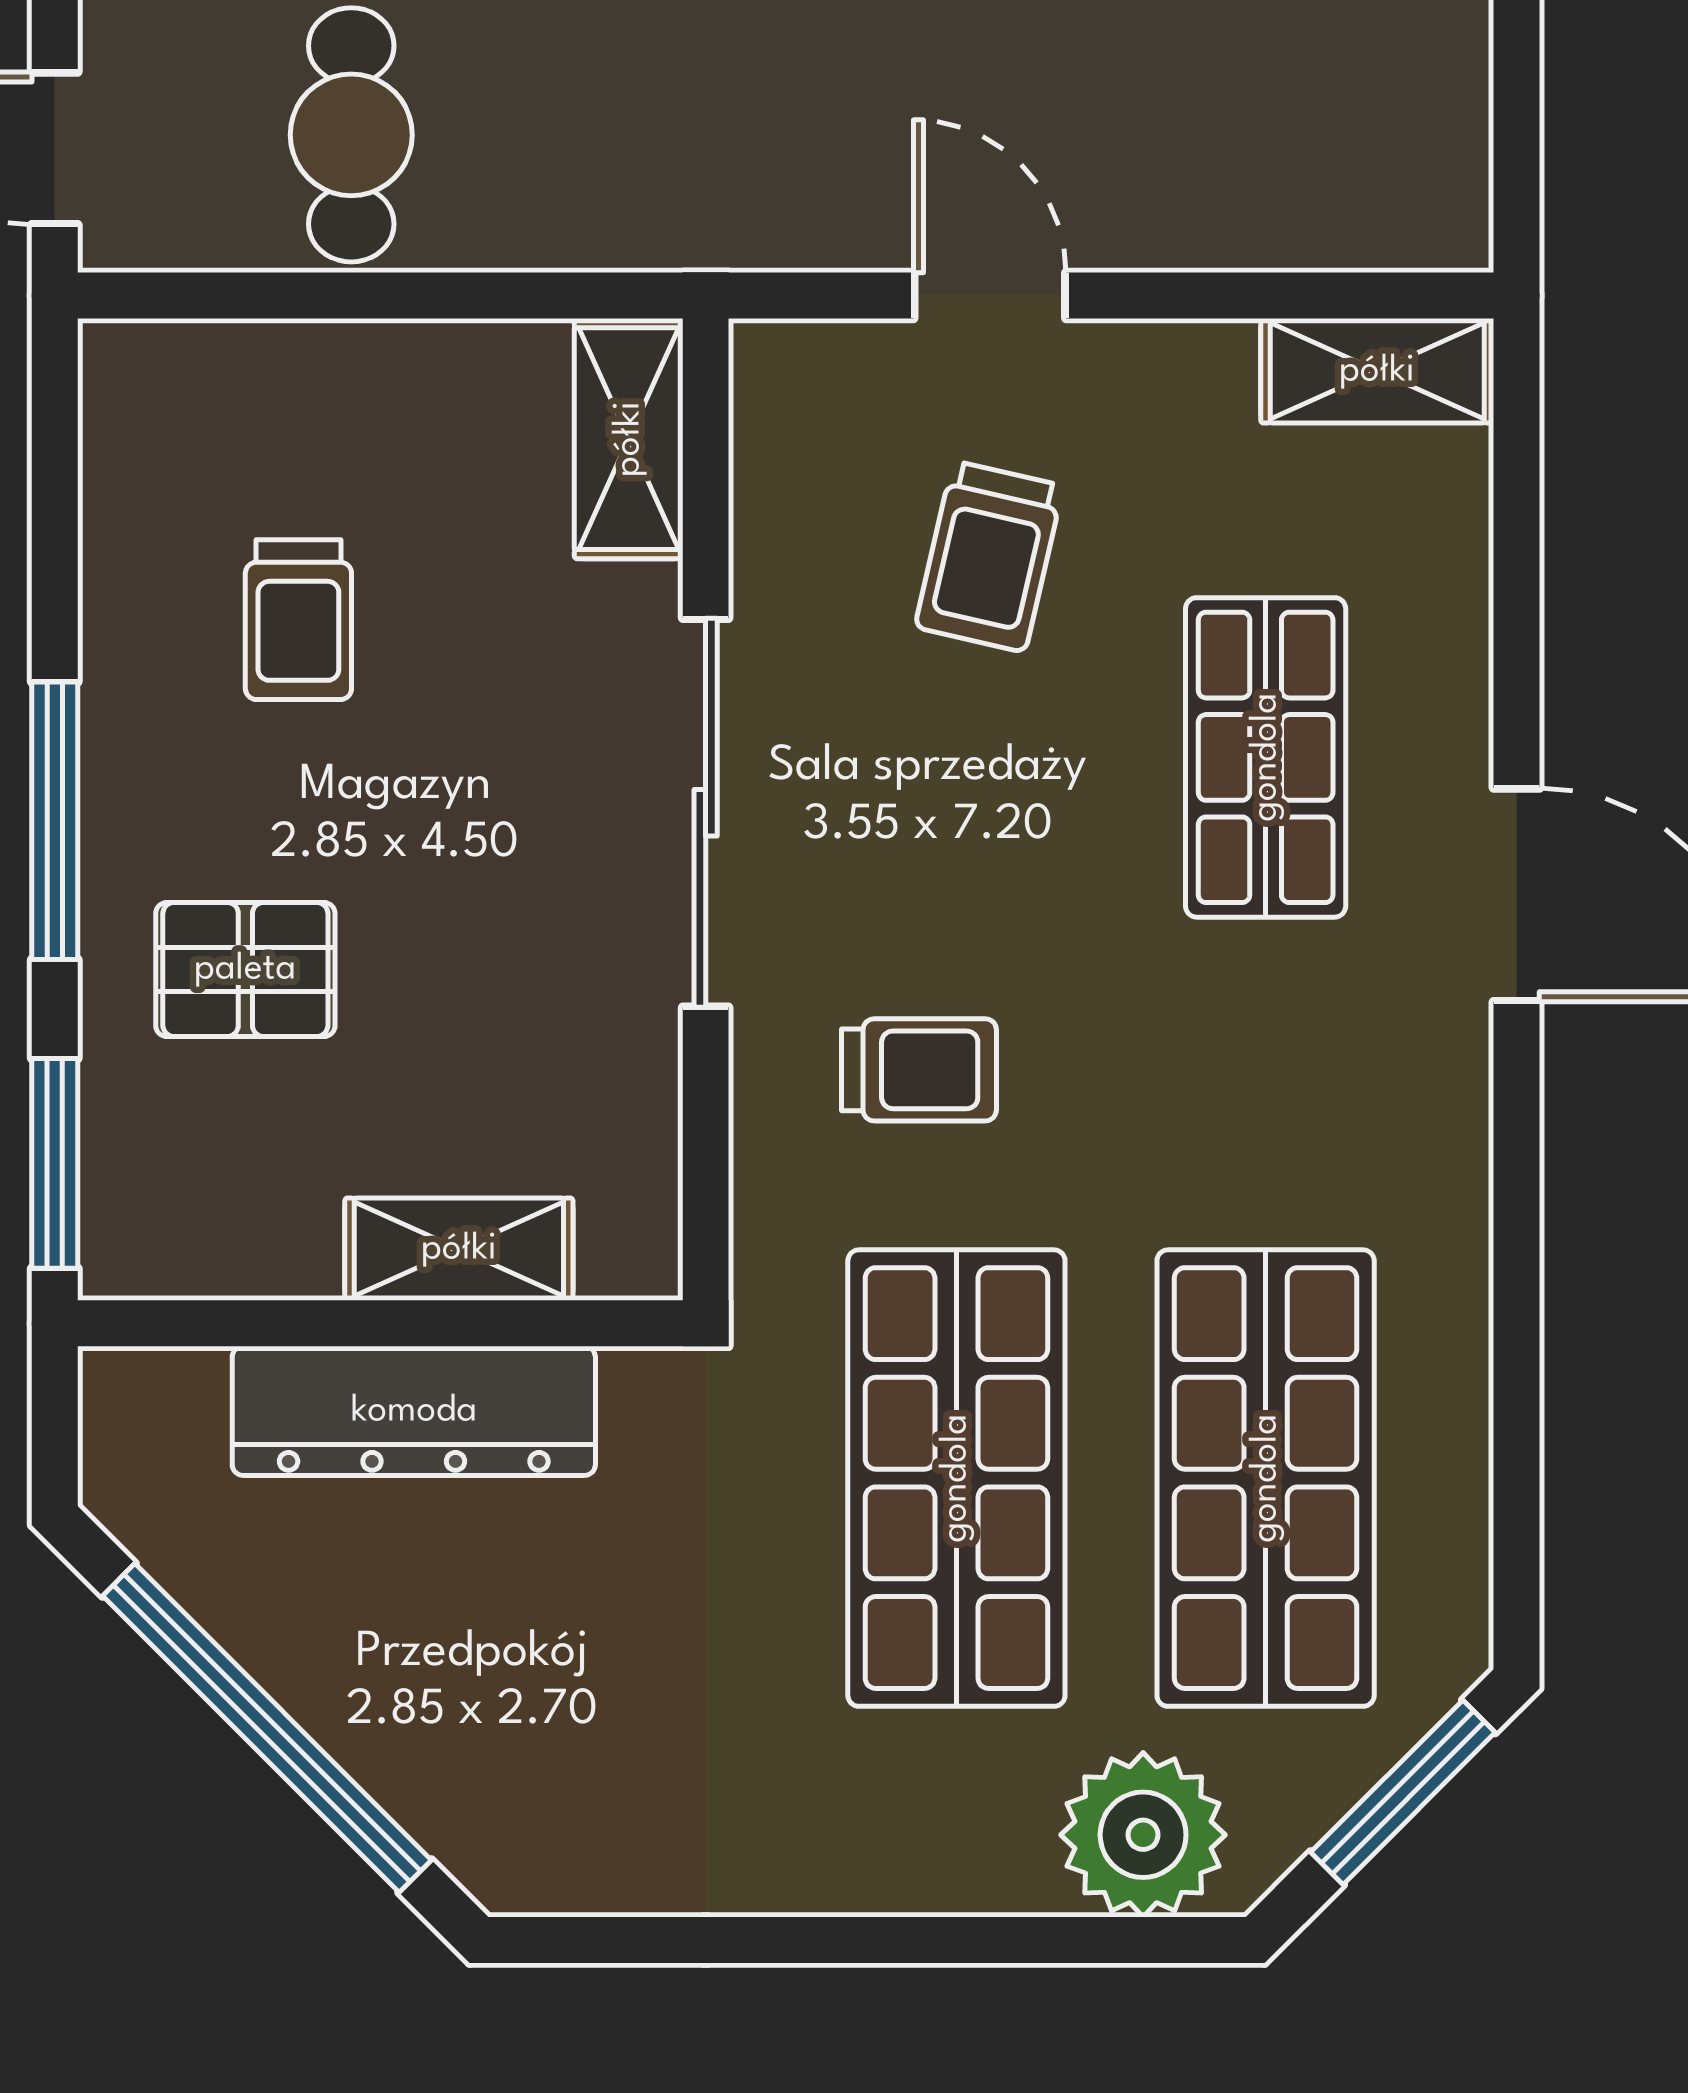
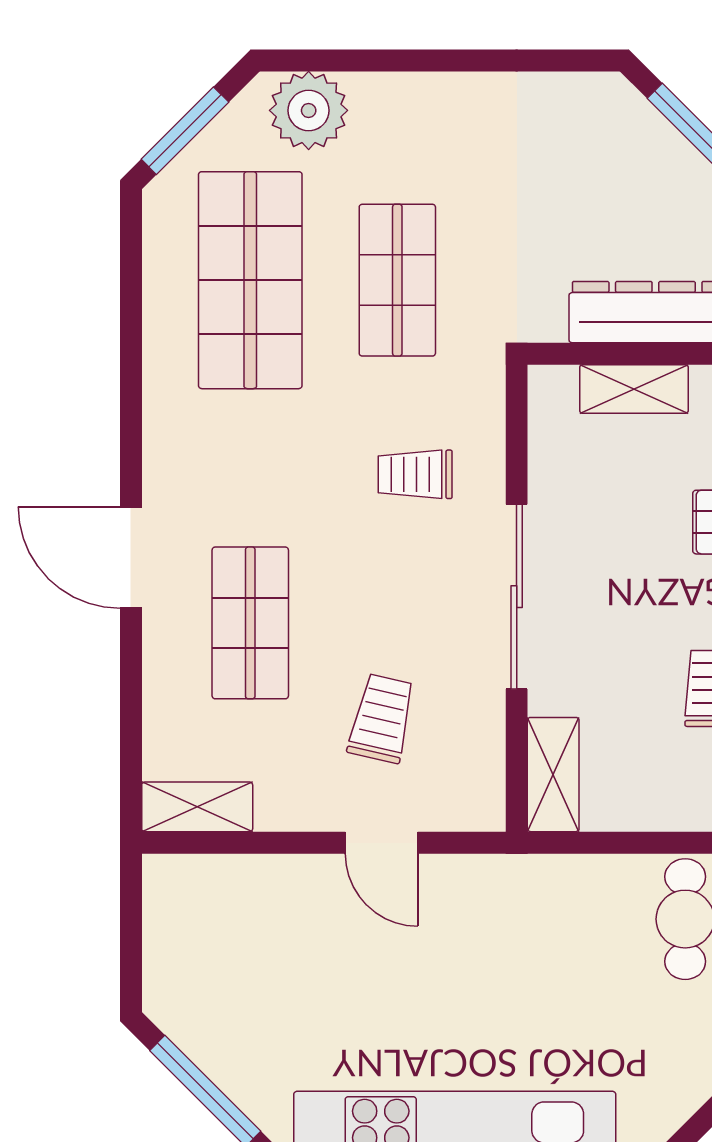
shop shelf: (956, 1478) -> (397, 280), width x0.70, depth x0.74

